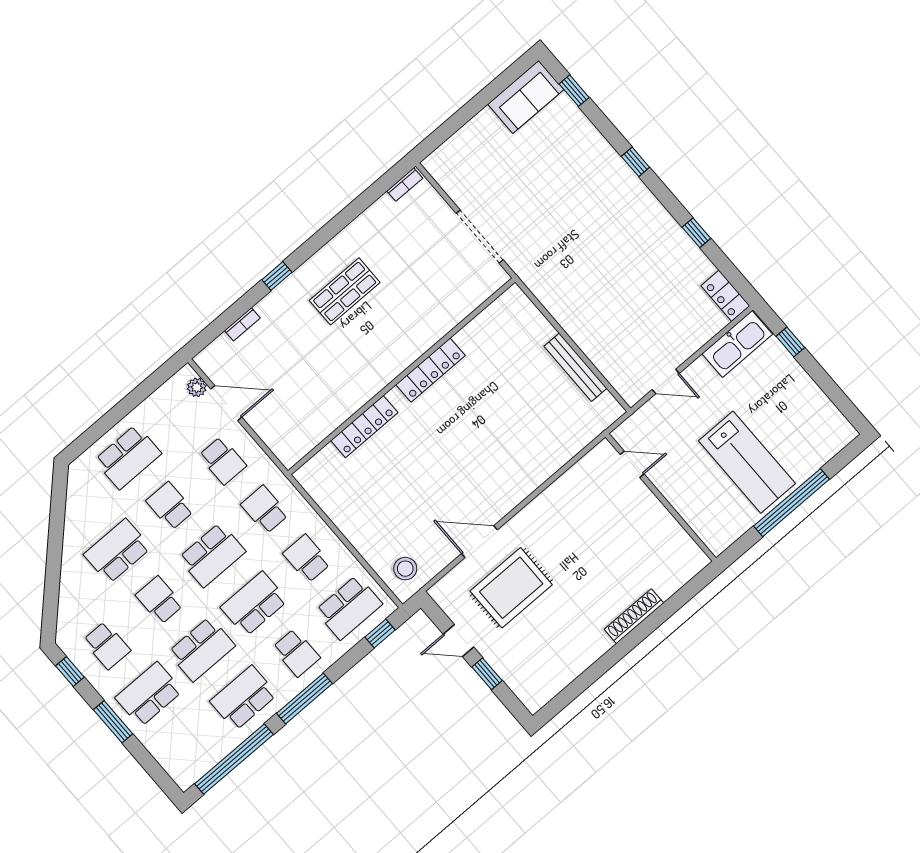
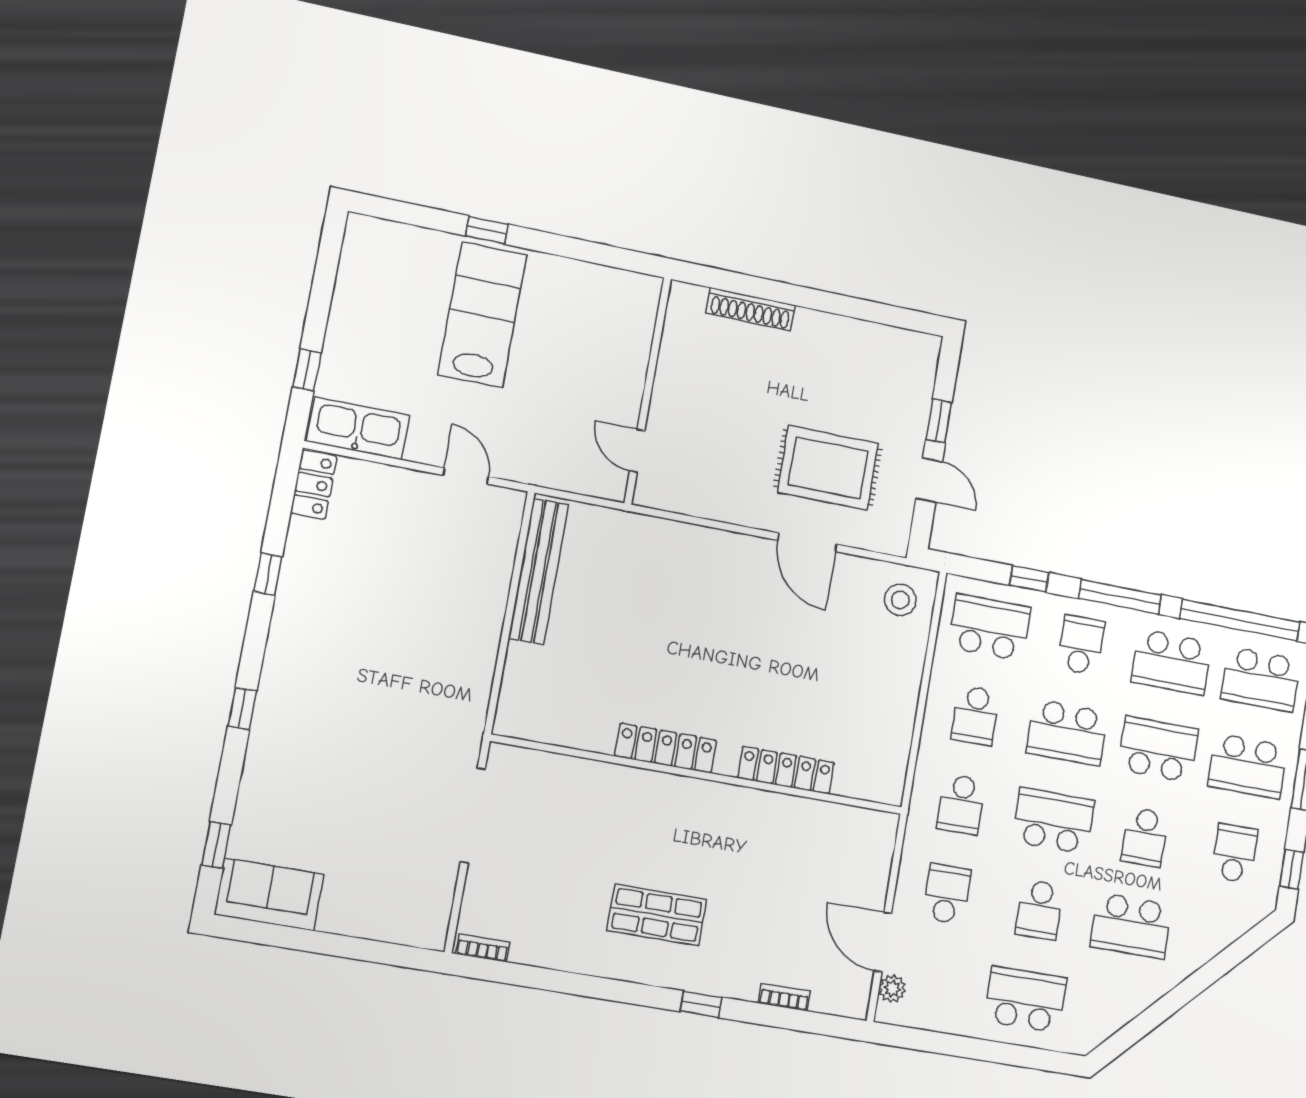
bench: (575, 367) -> (538, 571), width x1.37, depth x1.21
door: (632, 464) -> (637, 451), moved
wall: (661, 497) -> (648, 391), moved
window: (792, 503) -> (487, 230), width x0.32
window: (380, 634) -> (1029, 579), moved
school desk: (191, 743) -> (1261, 679), added

